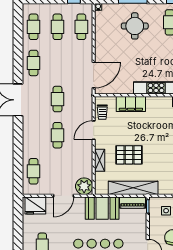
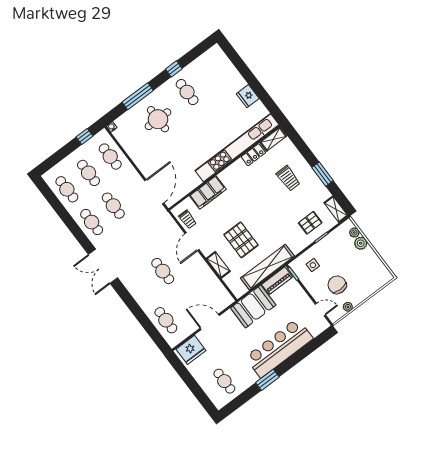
cafe table: (57, 99) -> (113, 206), moved
pallet: (129, 155) -> (241, 240), turned 90
plant: (84, 186) -> (222, 299), removed
door: (63, 196) -> (210, 322), swing flipped

